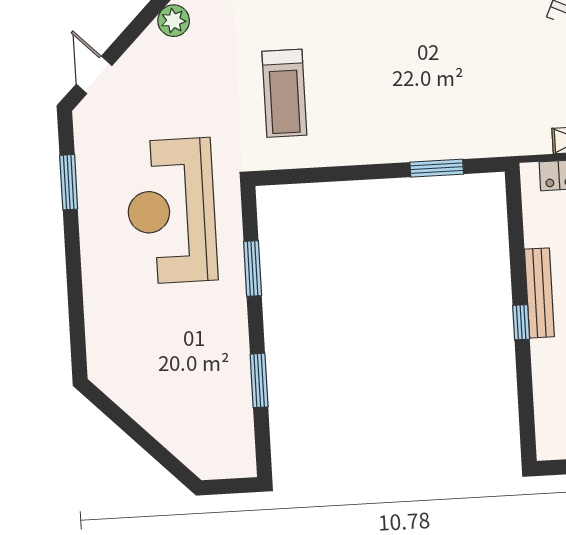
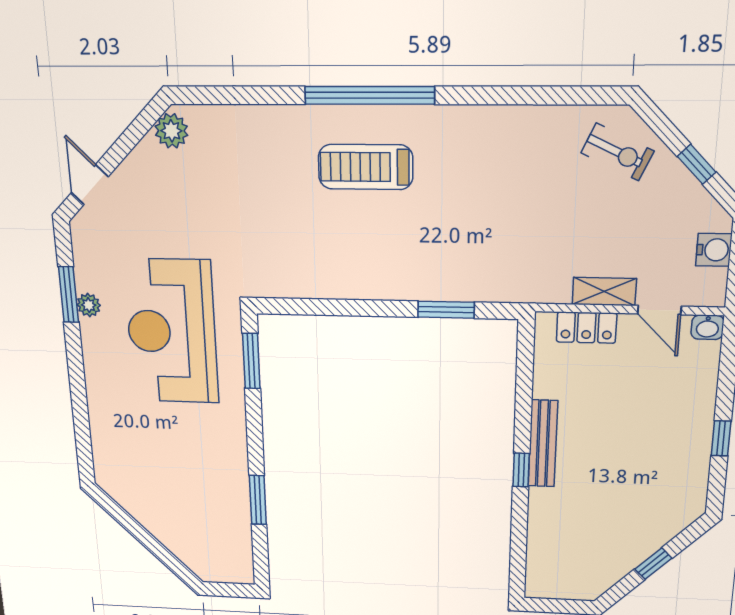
treadmill: (284, 93) -> (366, 167), moved, turned 90
plant: (89, 191) -> (89, 305), added
window: (253, 268) -> (251, 361), moved

